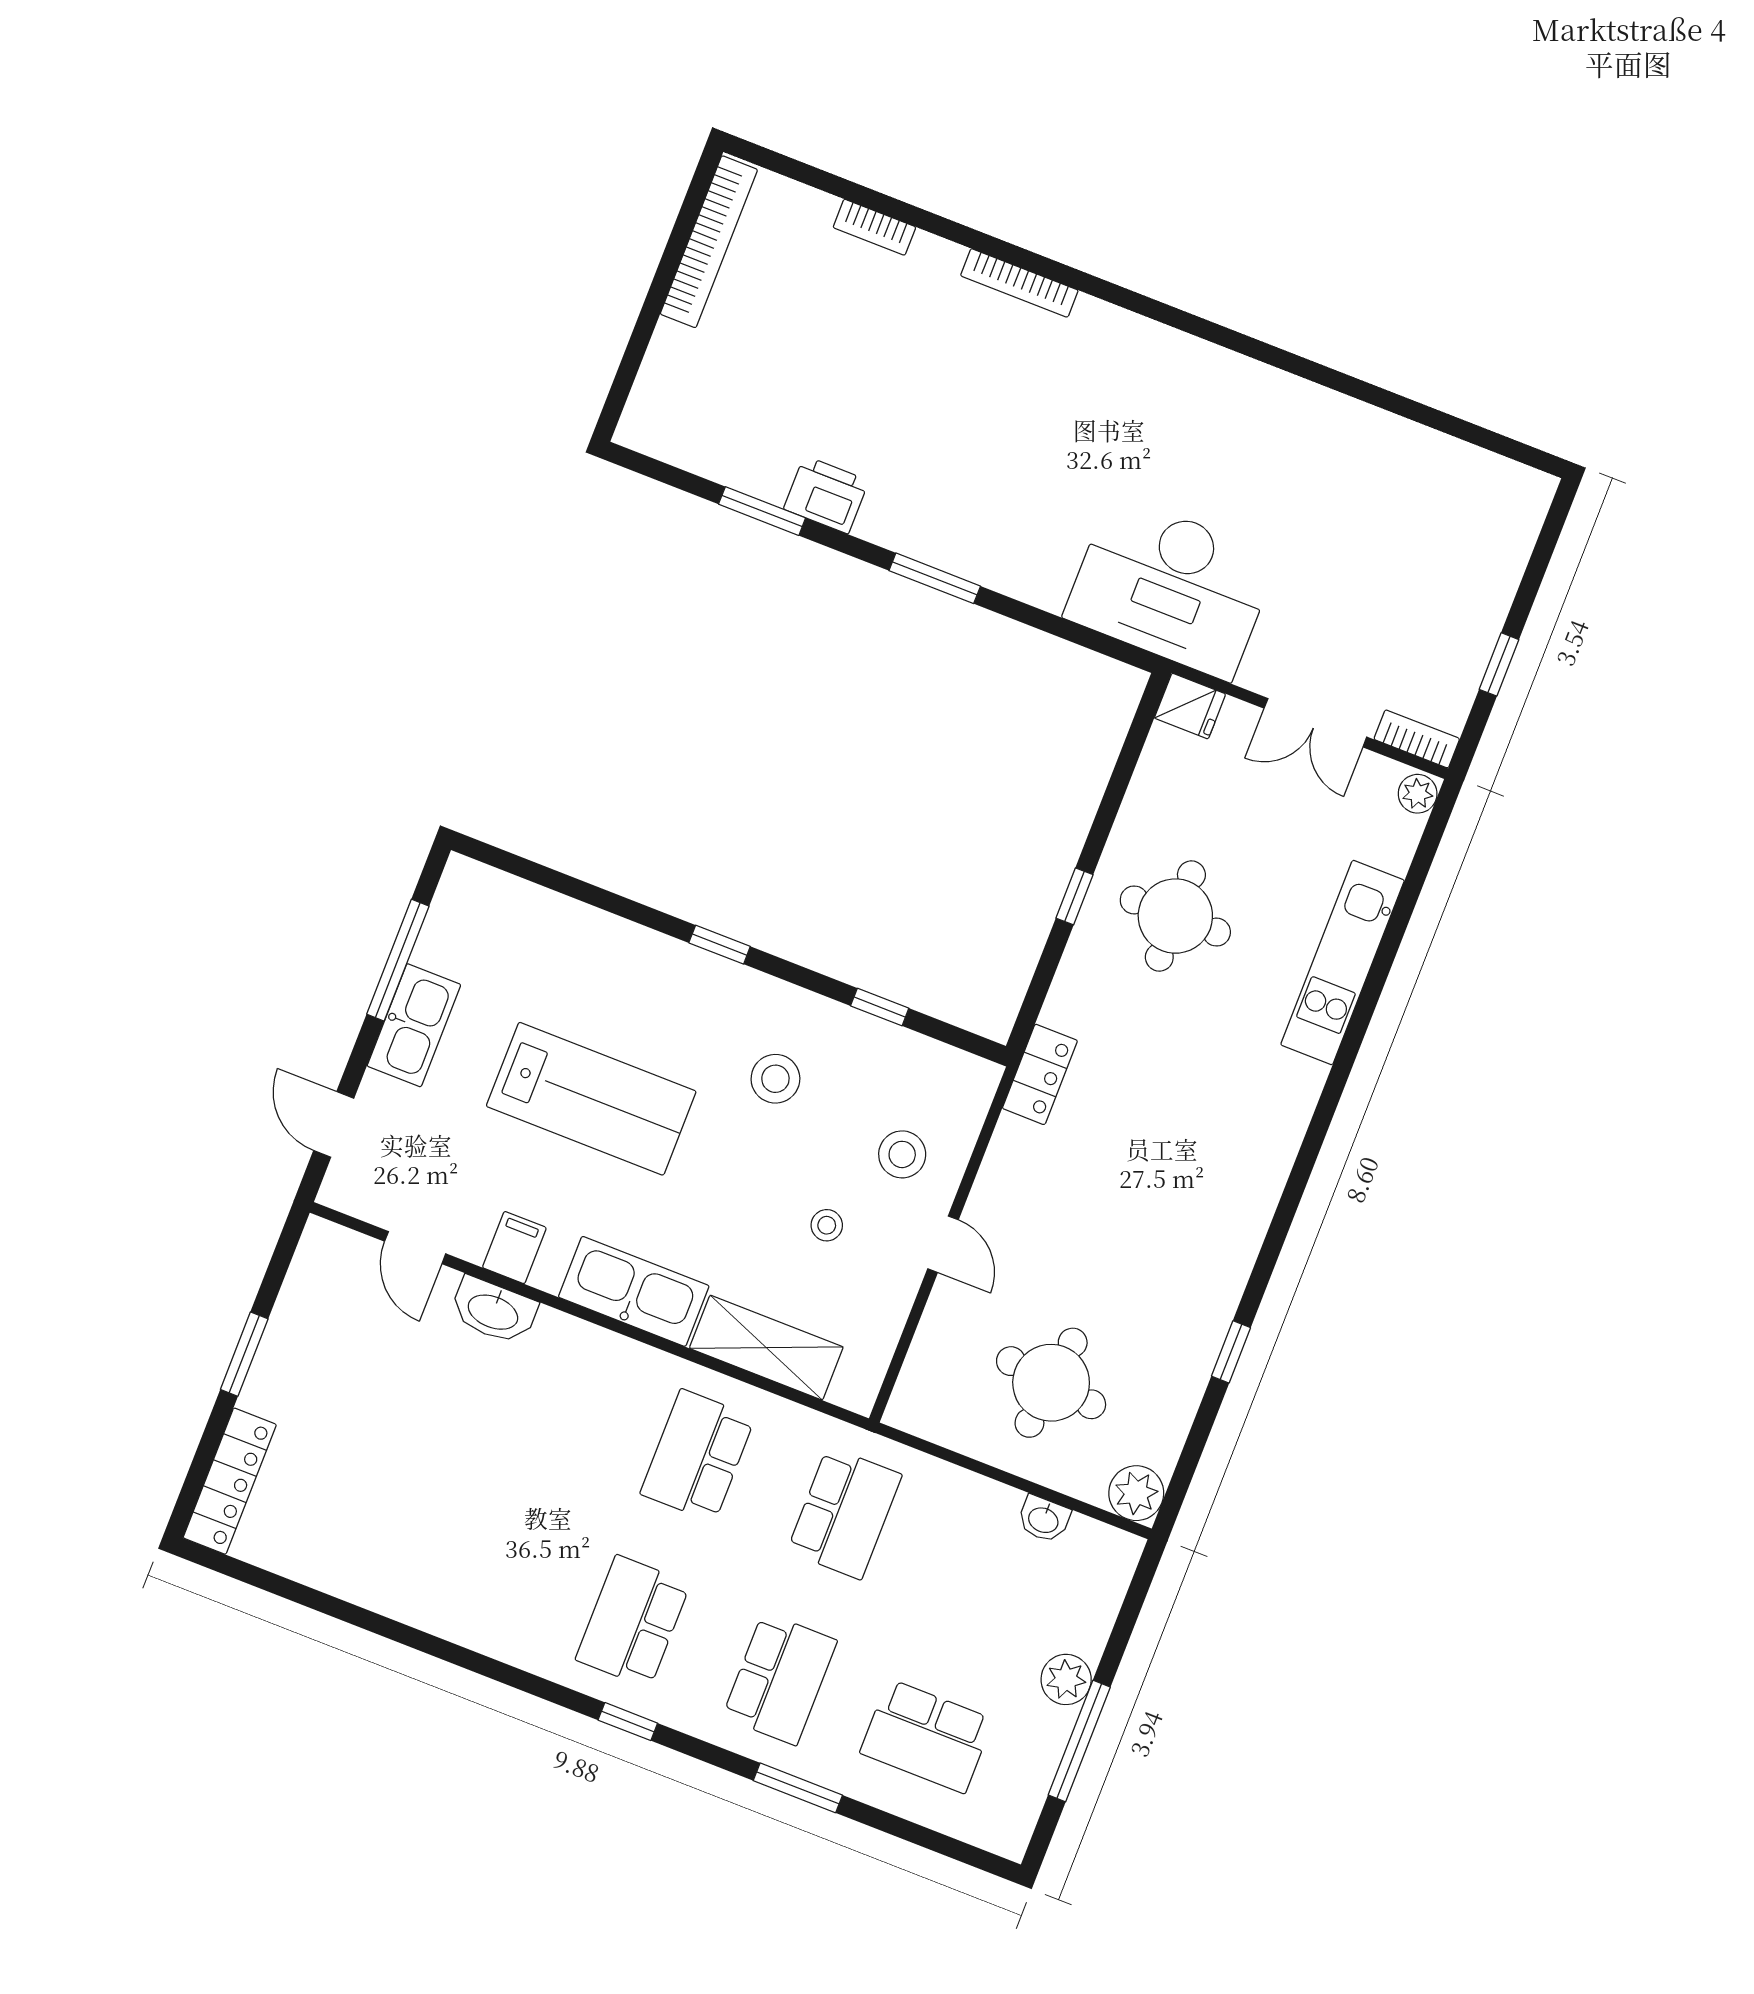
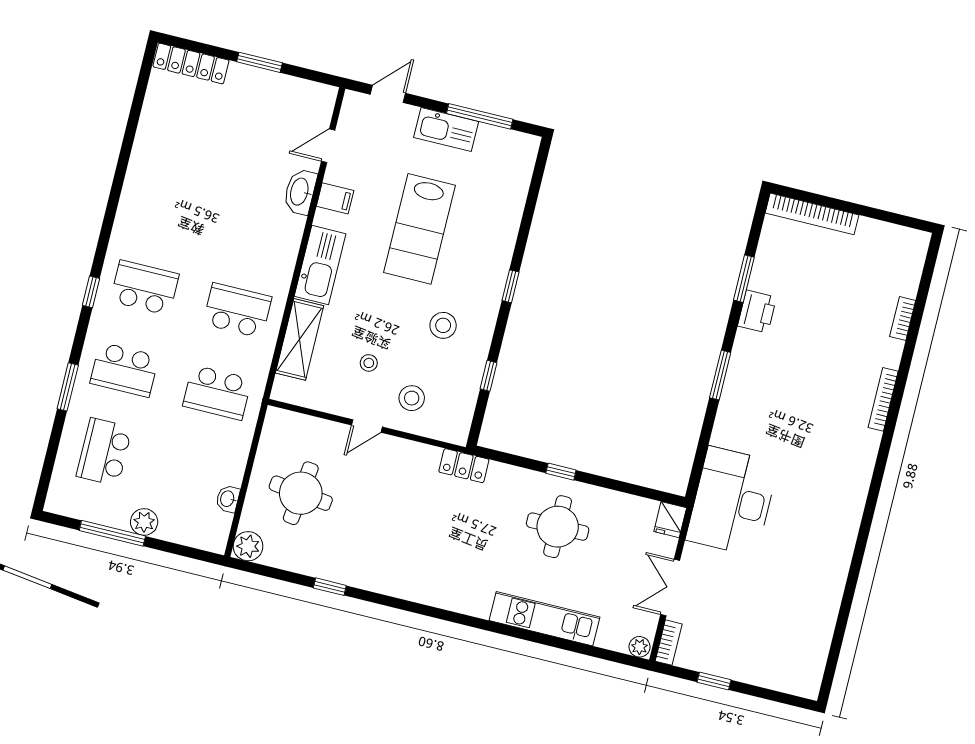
bookcase: (709, 242) -> (812, 214), moved

